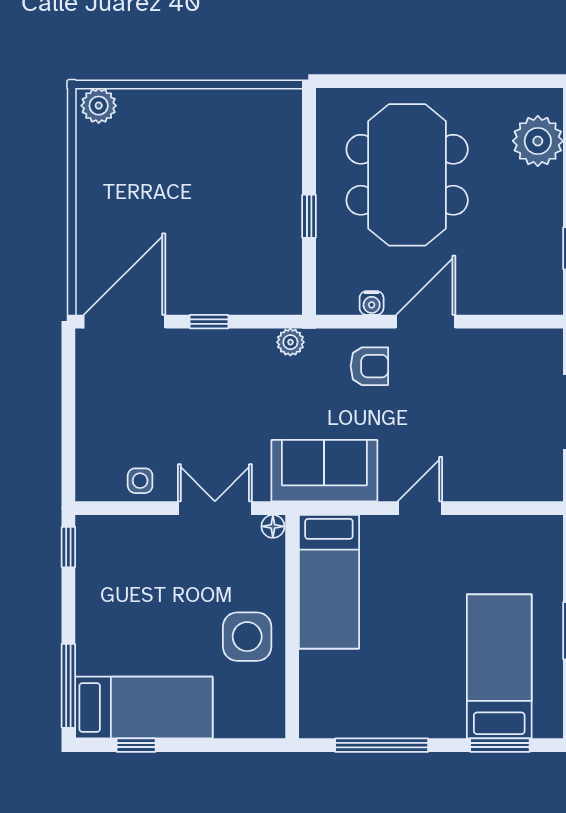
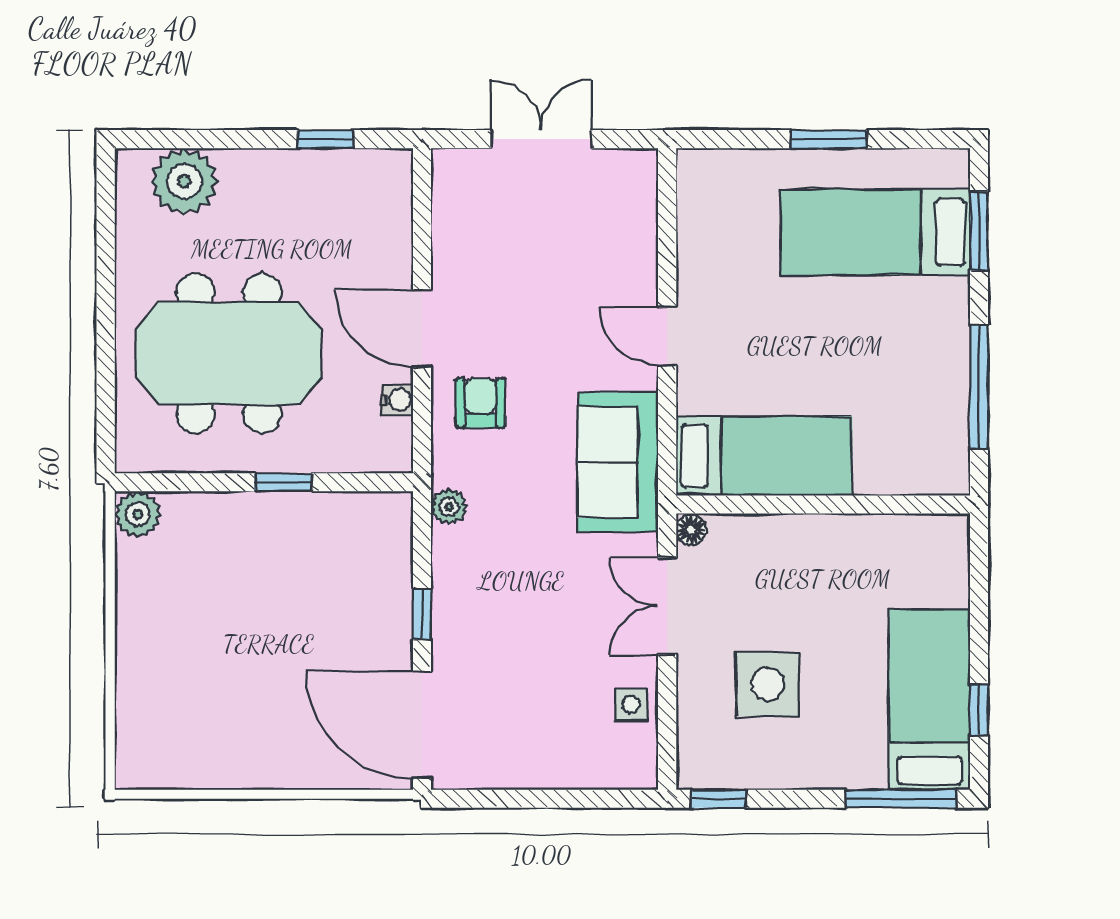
plant: (99, 106) -> (138, 514), moved
side table: (247, 637) -> (768, 684), moved

